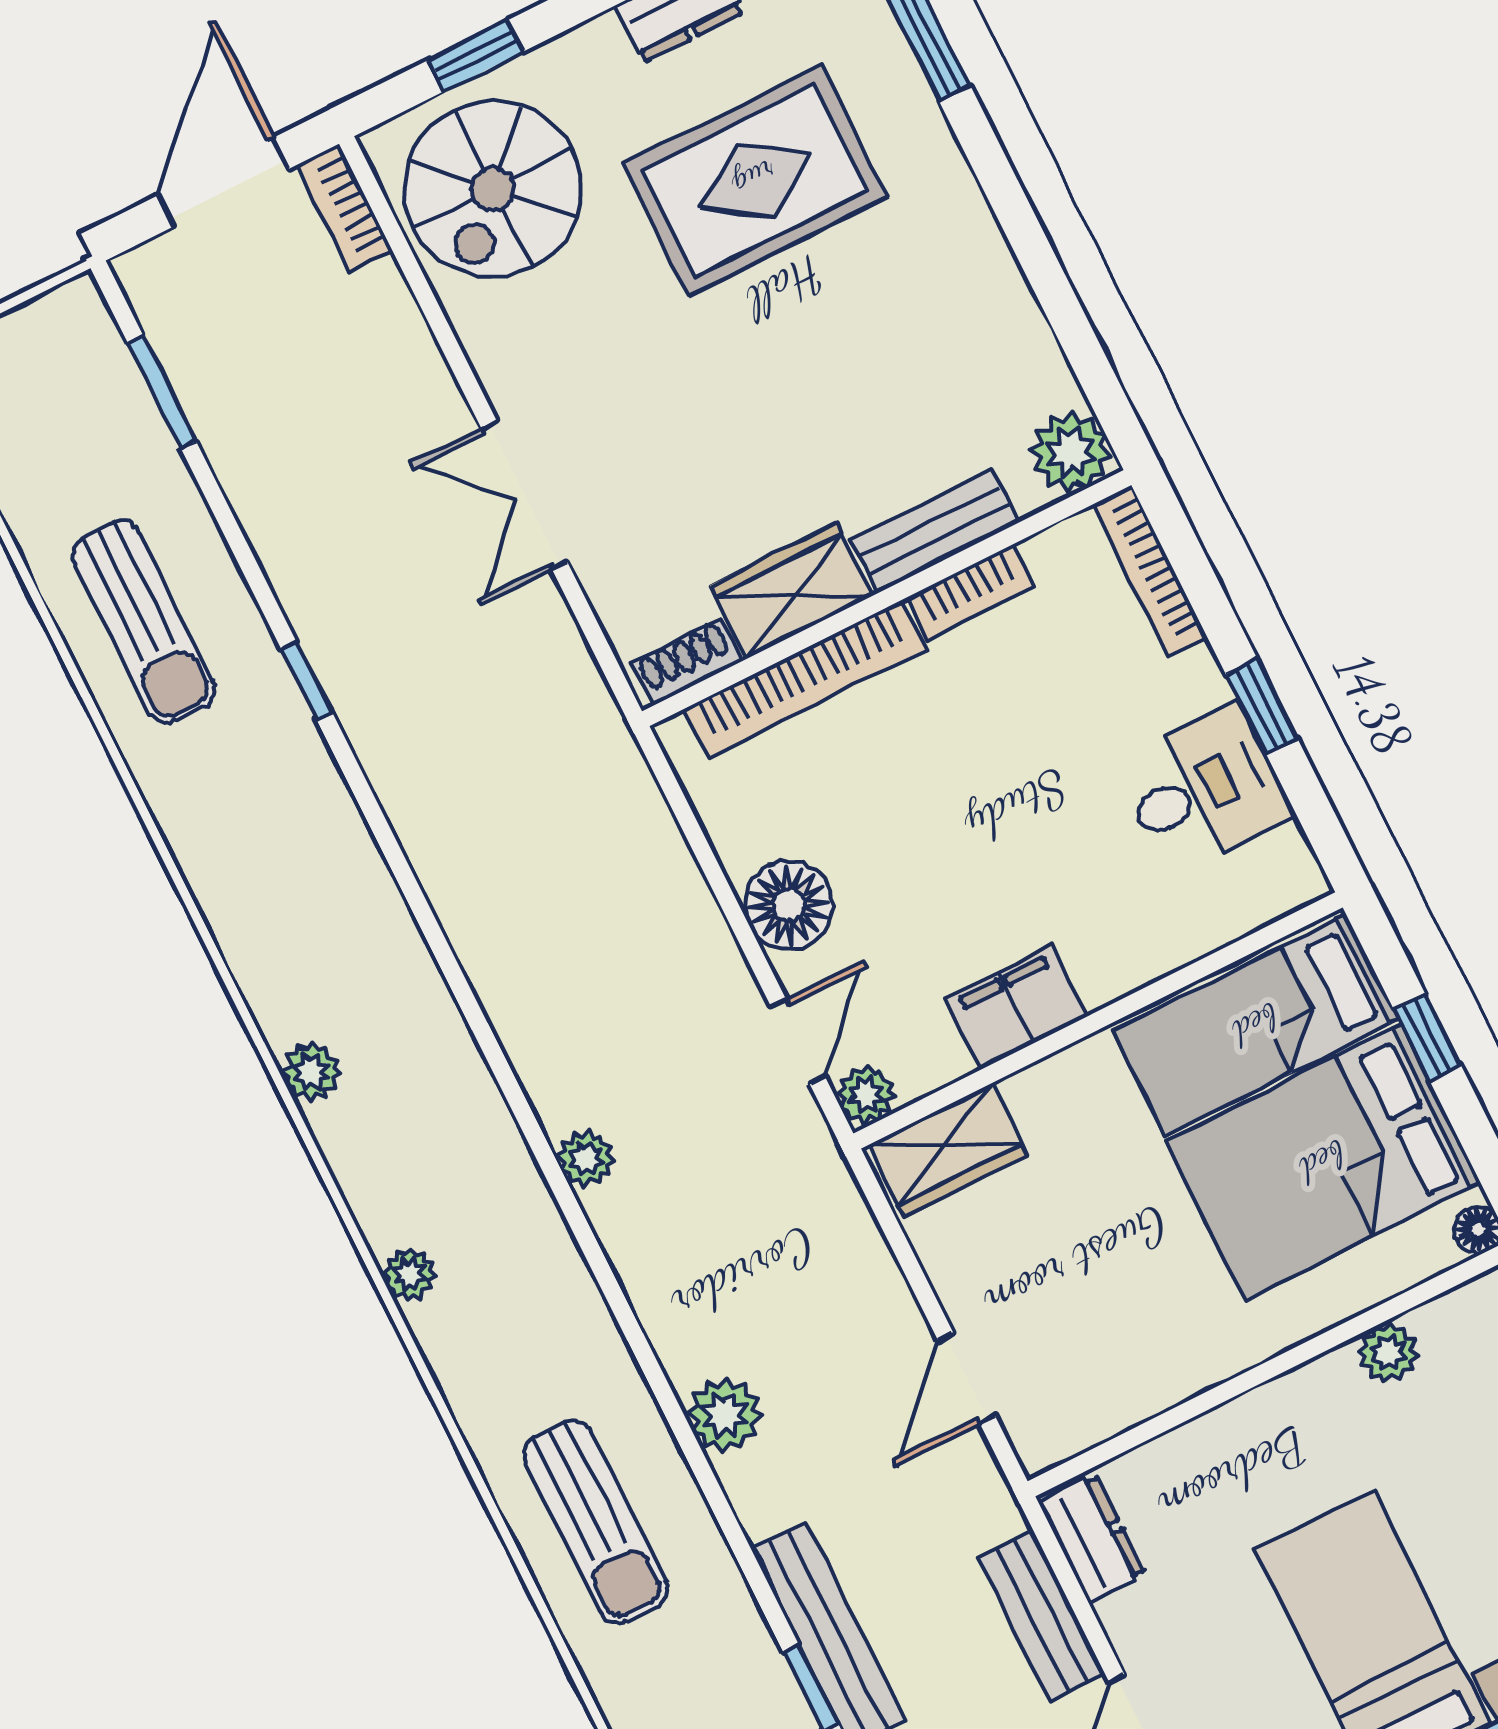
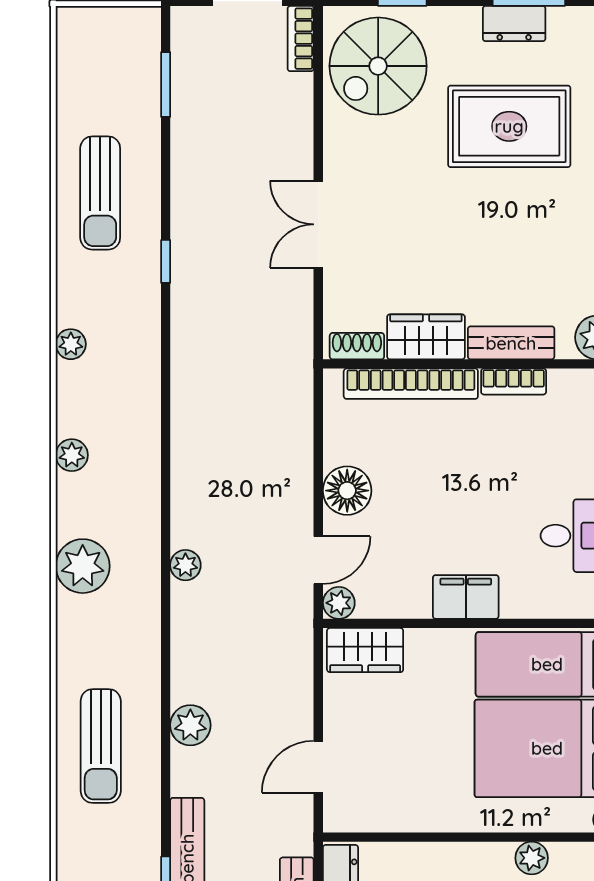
plant: (219, 892) -> (71, 344), added
filing cabinet: (1016, 1008) -> (466, 597), moved
plant: (409, 1274) -> (83, 566), width x1.88, depth x1.88

